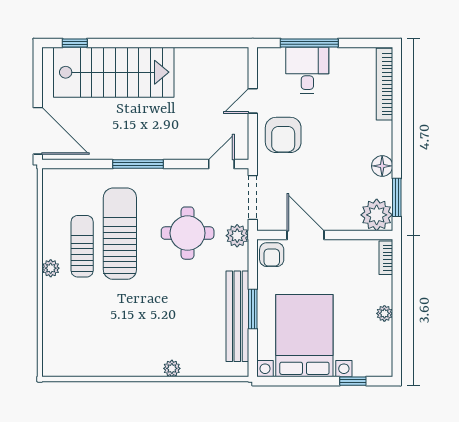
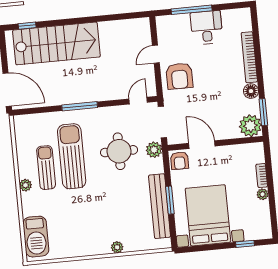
desk: (307, 70) -> (207, 28), moved
bookcase: (384, 84) -> (249, 57), moved
bookcase: (386, 258) -> (262, 176), moved
barbecue: (58, 342) -> (36, 237), added

